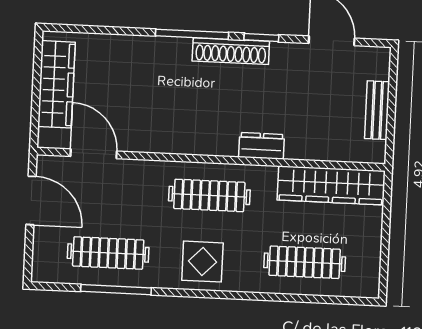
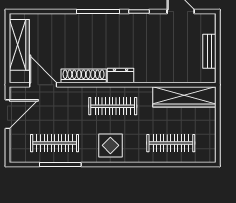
shoe rack: (231, 51) -> (84, 76), moved, turned 180
dresser: (261, 146) -> (121, 75), moved
door: (31, 200) -> (7, 114), hinge flipped

